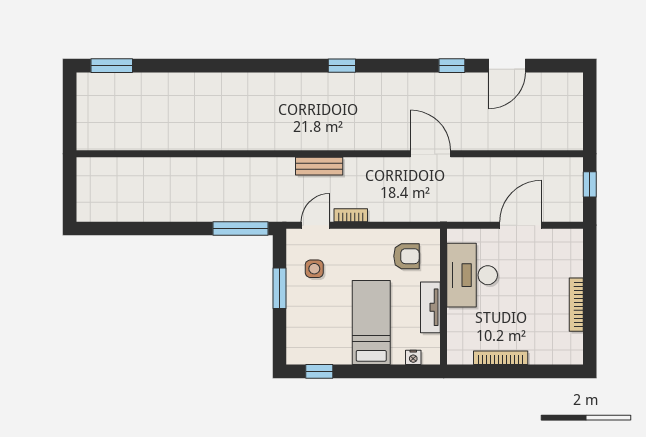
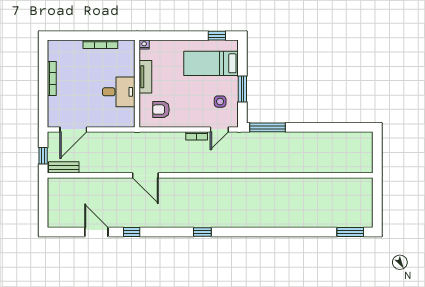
door: (507, 66) -> (96, 232), hinge flipped
bench: (319, 166) -> (64, 167), moved
door: (521, 225) -> (73, 129), moved
desk: (472, 275) -> (119, 92), width x0.73
bed: (371, 323) -> (211, 63), moved, turned 90
nightstand: (413, 357) -> (144, 45), moved

